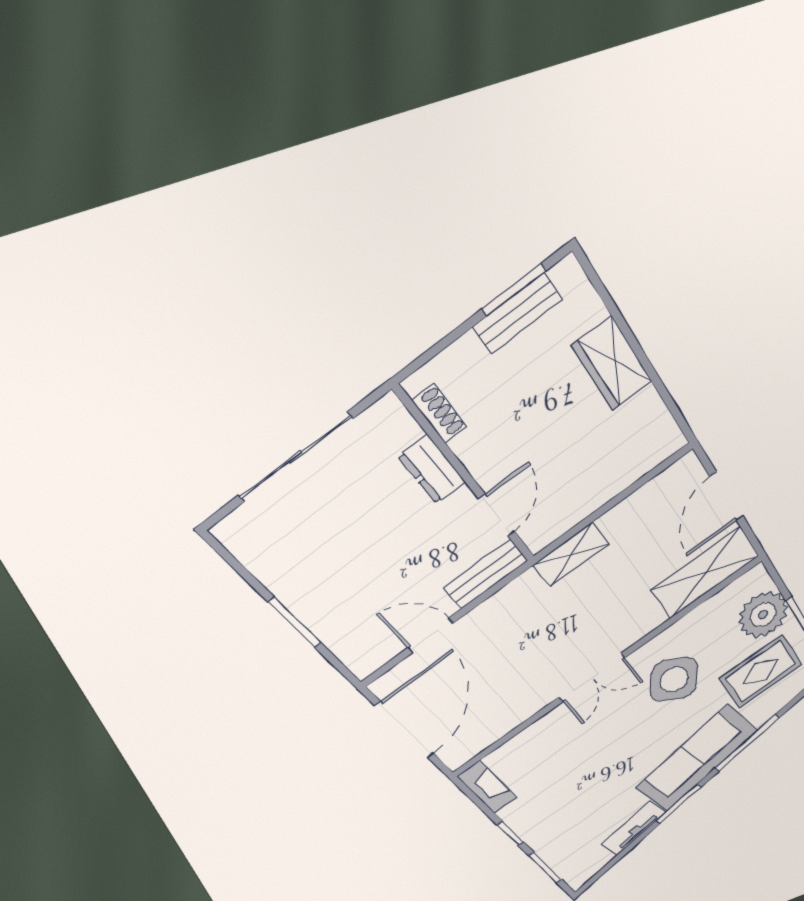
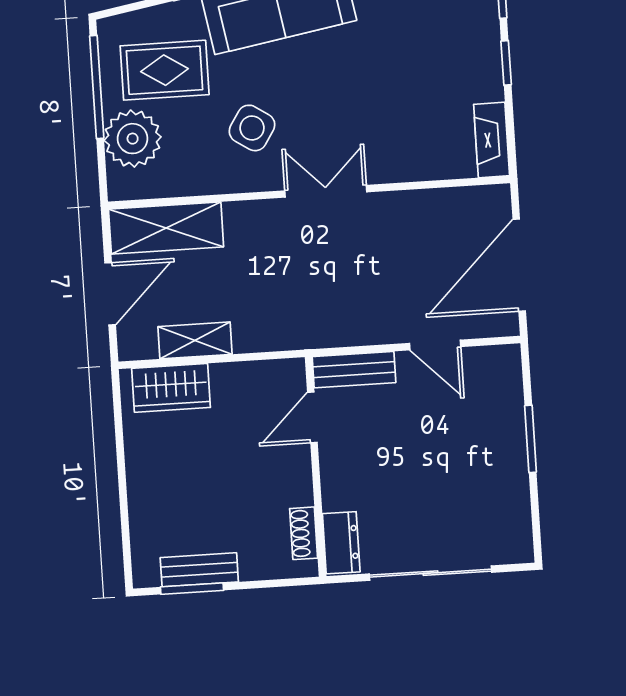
wardrobe: (612, 364) -> (171, 388), moved, turned 90
dresser: (432, 469) -> (341, 543), moved
shelving: (571, 554) -> (195, 340), moved
side table: (674, 679) -> (252, 128), width x0.73, depth x0.73

